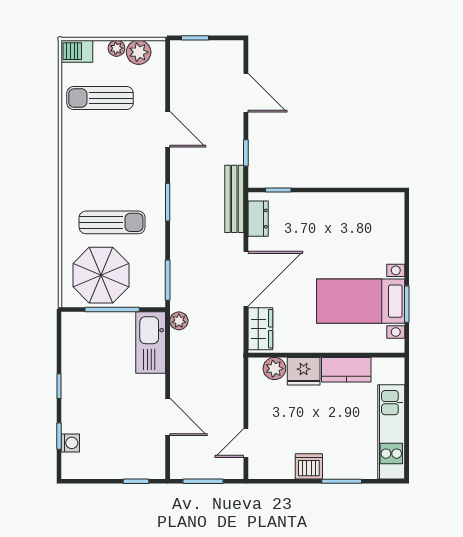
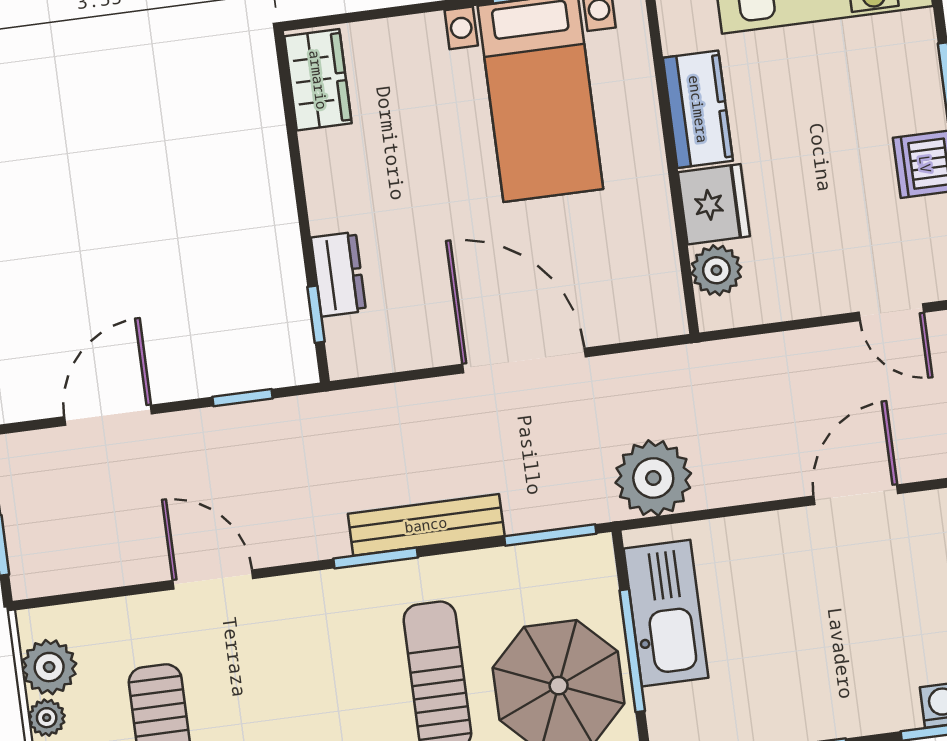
door: (168, 129) -> (213, 579), hinge flipped
bench: (234, 199) -> (426, 525), moved
dresser: (258, 219) -> (338, 274), moved, turned 90
plant: (179, 321) -> (653, 478), width x1.88, depth x1.88
wardrobe: (260, 329) -> (318, 80), moved, turned 90
kitchen sink: (151, 343) -> (666, 613), moved, turned -90

